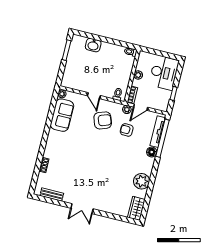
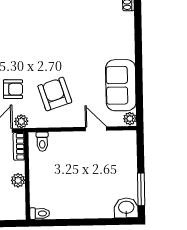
washbasin: (93, 45) -> (126, 208), moved
door: (94, 96) -> (96, 129), moved
armchair: (103, 120) -> (55, 94), turned 92

